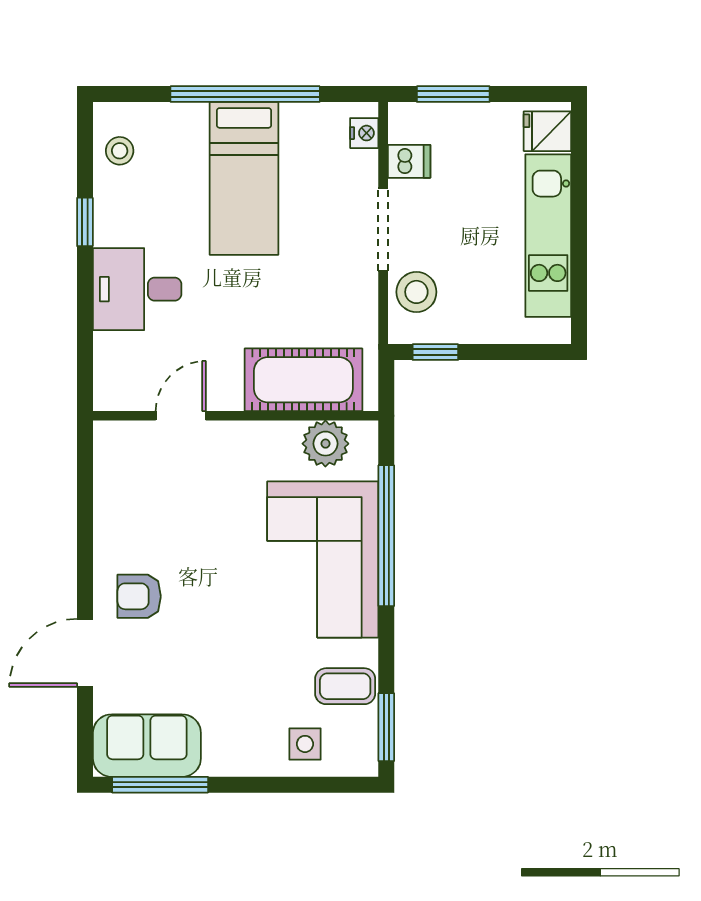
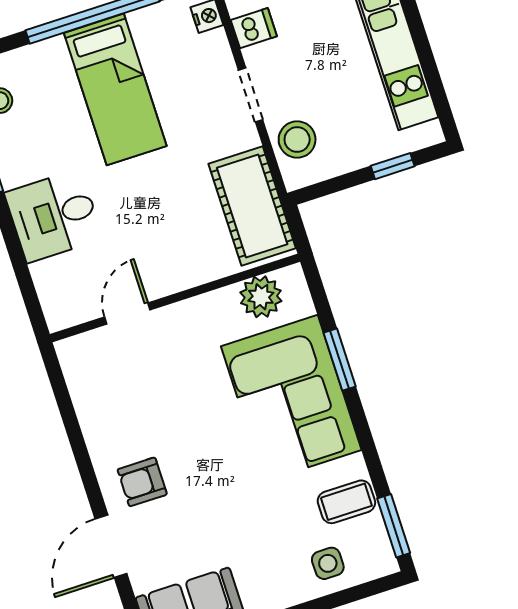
doorway: (383, 230) -> (251, 95), width x0.73
window: (435, 352) -> (393, 166), moved
cot: (303, 380) -> (252, 206), moved, turned 90
window: (386, 536) -> (340, 360), width x0.47

